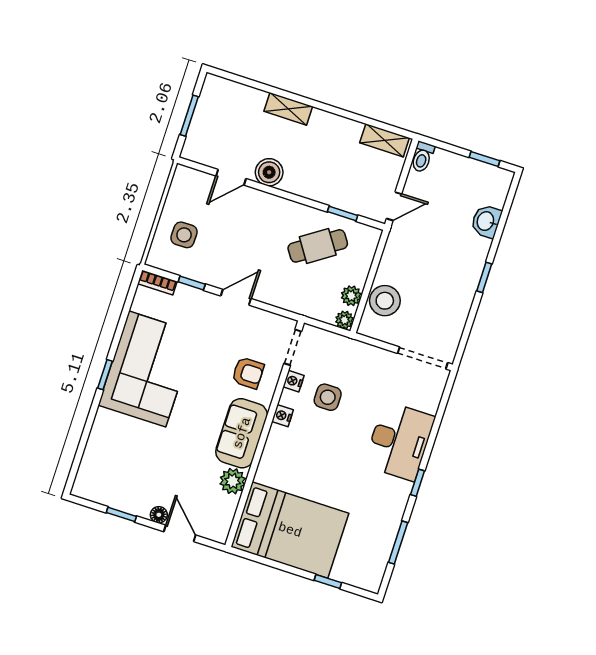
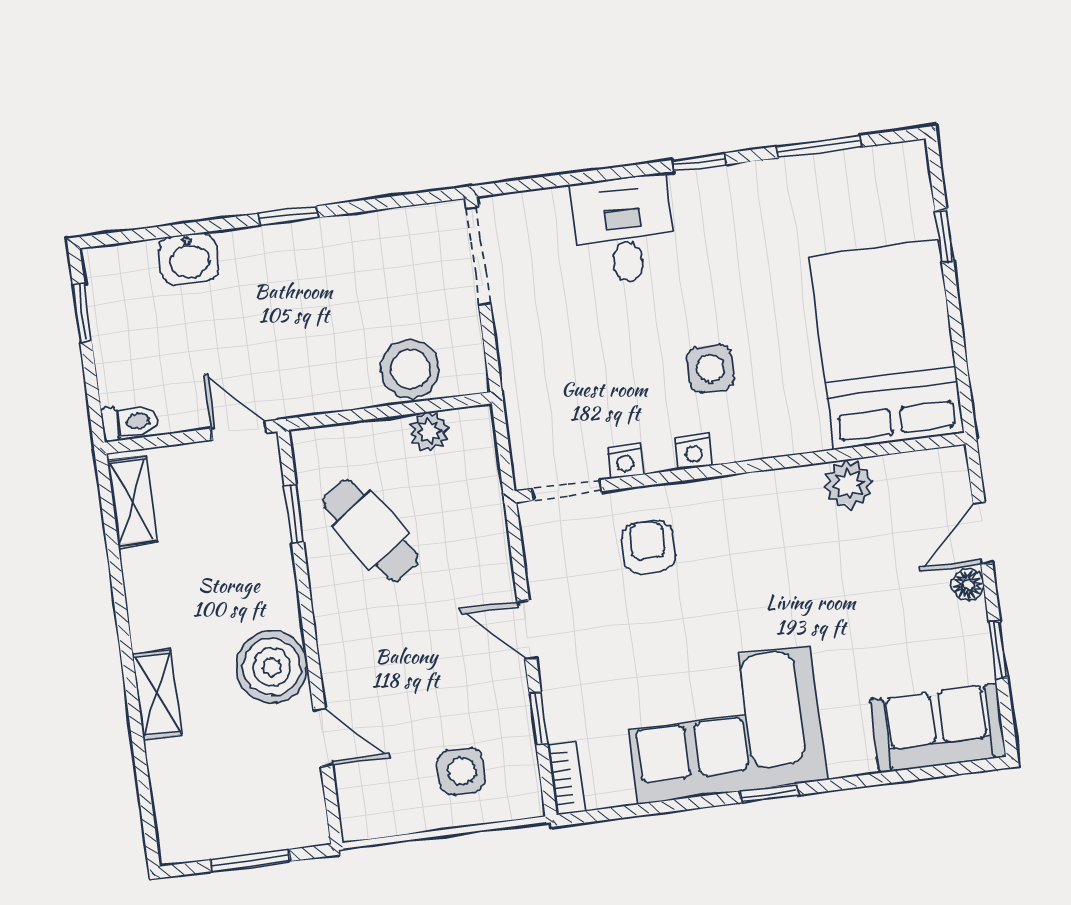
boiler: (269, 172) -> (272, 667), width x1.37, depth x1.37
plant: (344, 320) -> (477, 423), removed
side table: (328, 397) -> (710, 368), moved
sofa: (242, 433) -> (938, 728), moved, turned 180
desk: (399, 441) -> (624, 230), width x0.73

